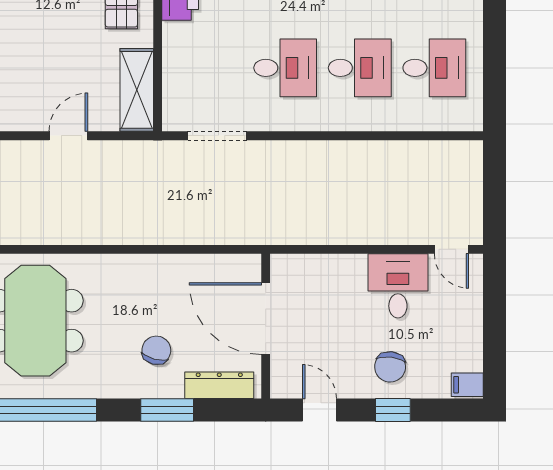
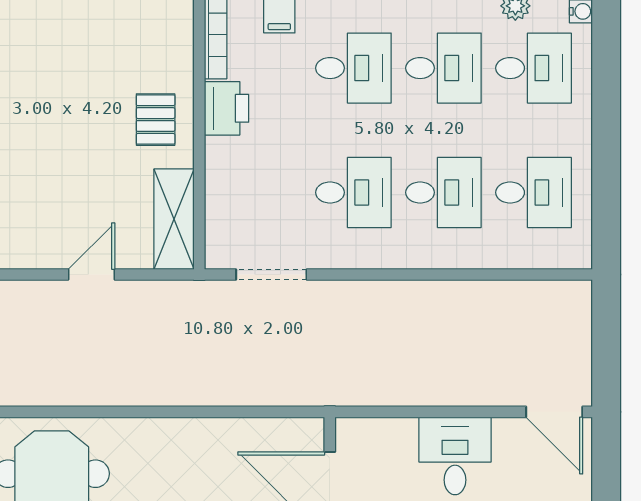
door: (451, 249) -> (554, 412), width x1.38
desk: (398, 286) -> (455, 456), moved

